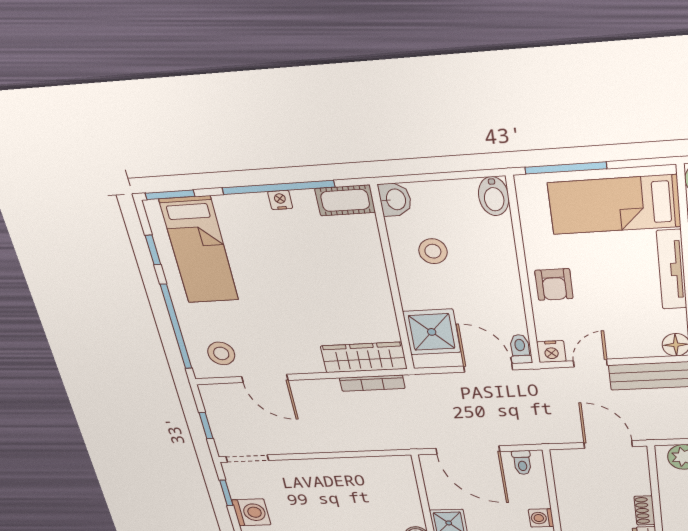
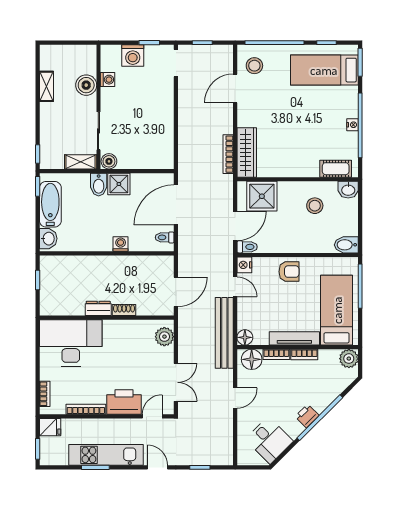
cot: (345, 200) -> (336, 169), moved, turned 90
armchair: (554, 284) -> (289, 272), turned 180

